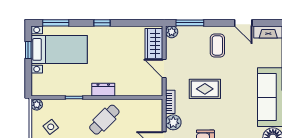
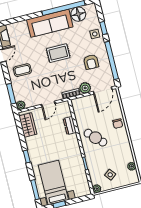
wardrobe: (154, 44) -> (28, 125), moved, turned -90
rug: (205, 89) -> (58, 53), moved, turned 90
dresser: (103, 90) -> (70, 126), moved

